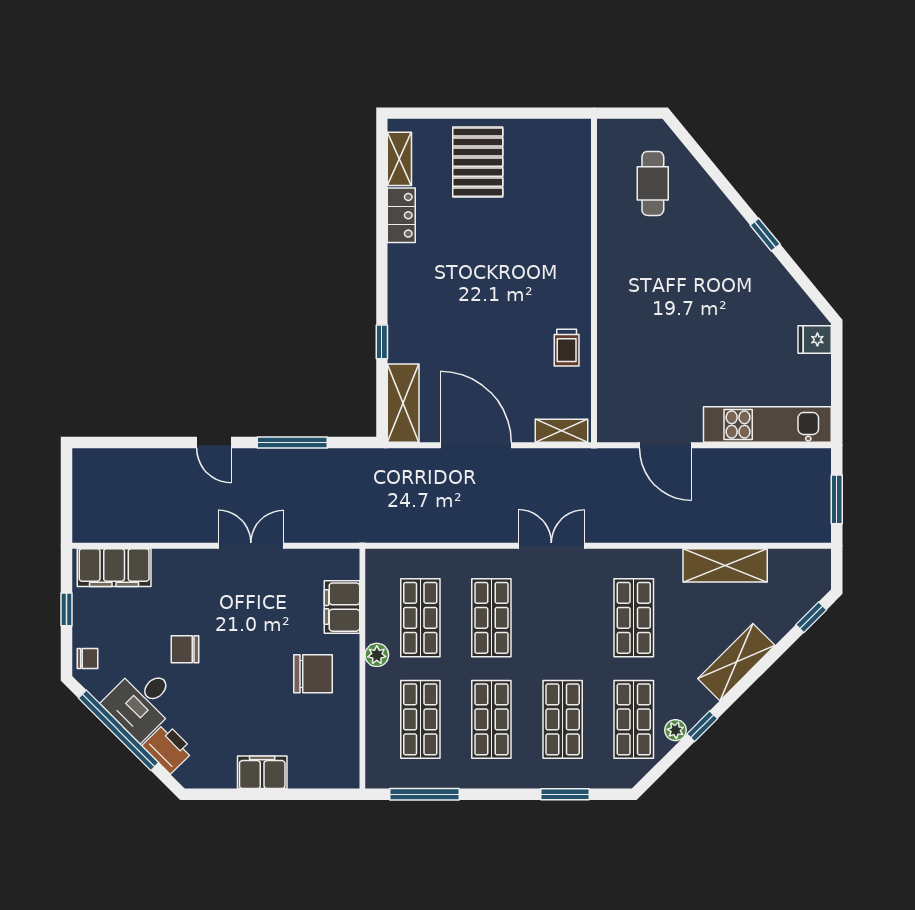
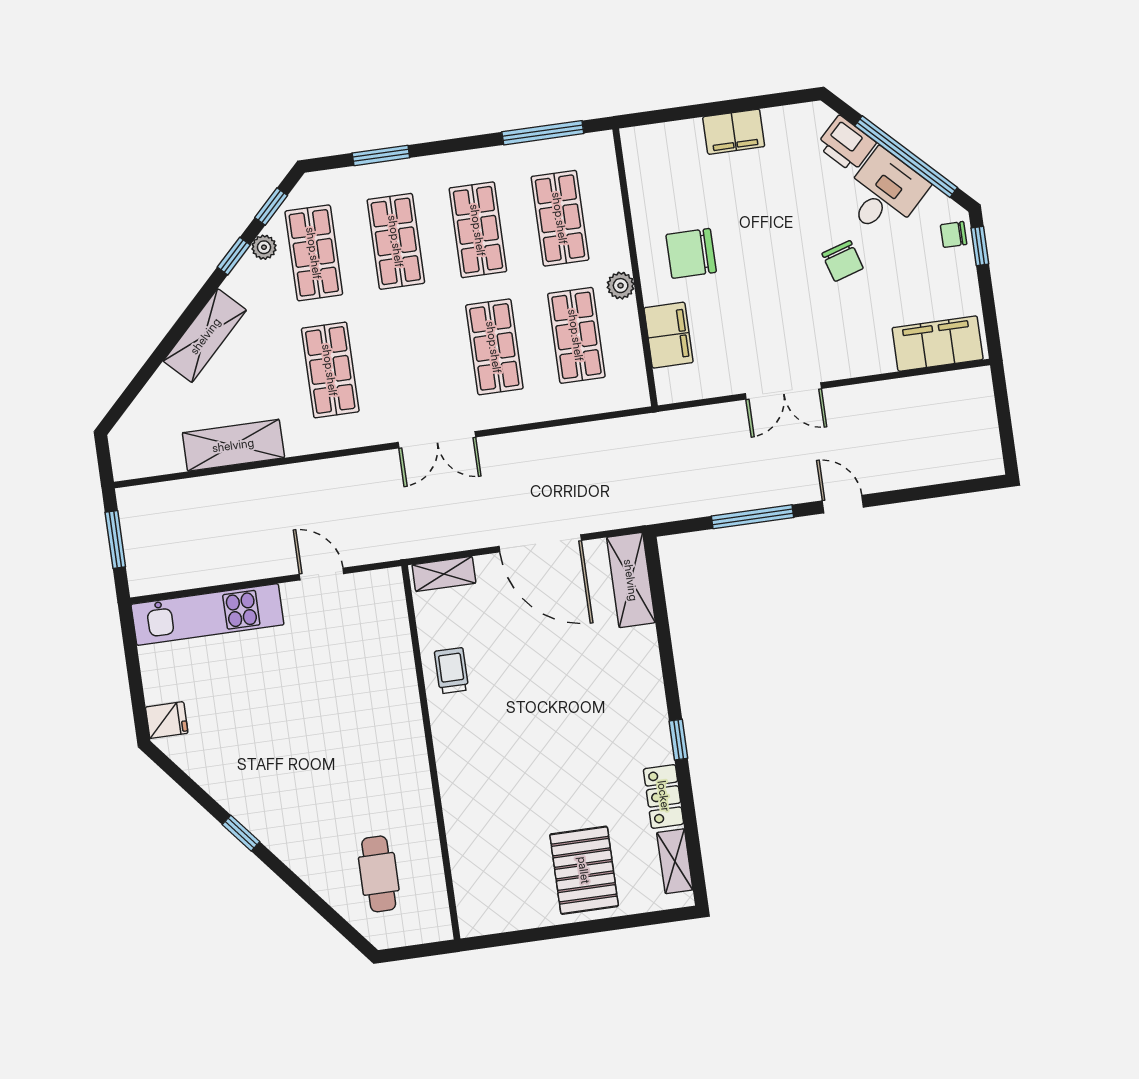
window: (382, 342) -> (678, 740), moved
door: (666, 445) -> (322, 574), width x0.73
window: (66, 609) -> (980, 246), moved
window: (811, 617) -> (271, 206), moved
chair: (185, 649) -> (843, 261), turned 73

